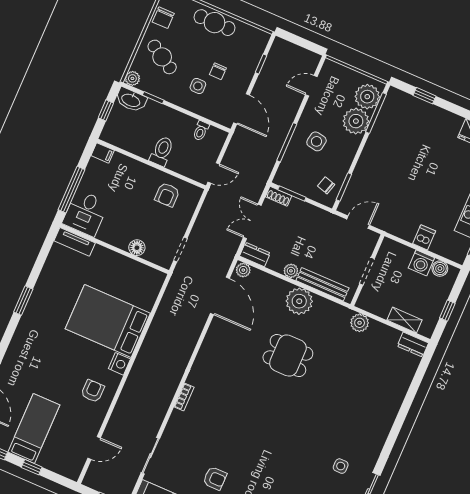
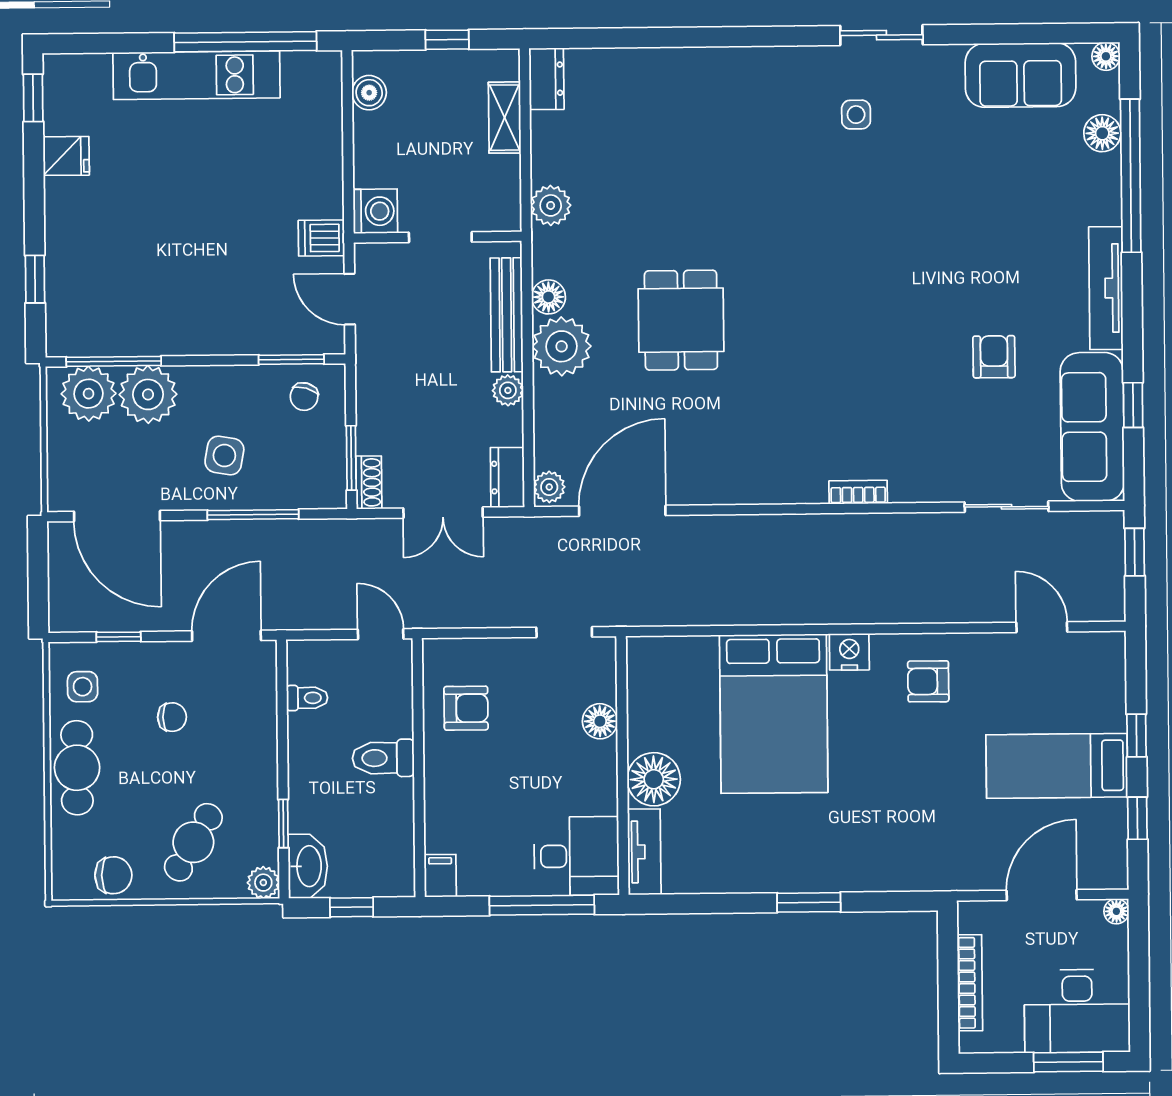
side table: (198, 86) -> (83, 687), moved
door: (311, 86) -> (117, 516), width x1.88
dishwasher: (424, 237) -> (321, 238), moved
floor lamp: (103, 259) -> (654, 779), added
washing machine: (421, 263) -> (375, 211), moved
floor lamp: (322, 305) -> (548, 297), added

